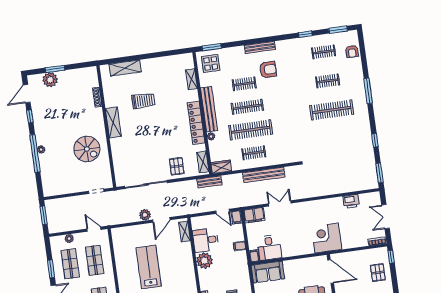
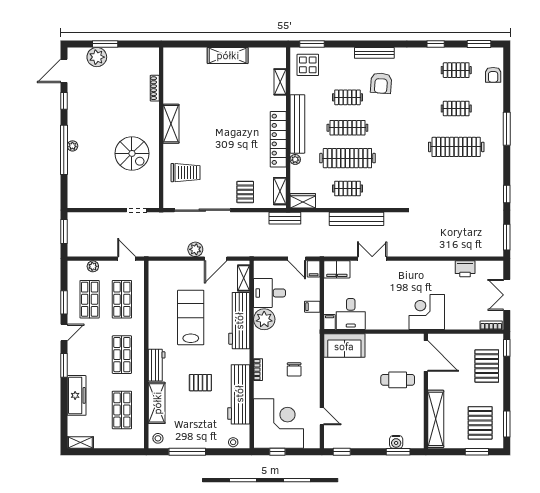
shelving: (125, 68) -> (228, 55), moved
armchair: (268, 70) -> (381, 83), turned 94
trolley: (143, 101) -> (185, 173), moved
workbench: (186, 264) -> (239, 321), added
pallet: (378, 273) -> (487, 366), width x1.50, depth x1.42

